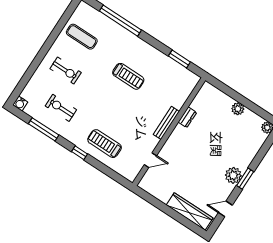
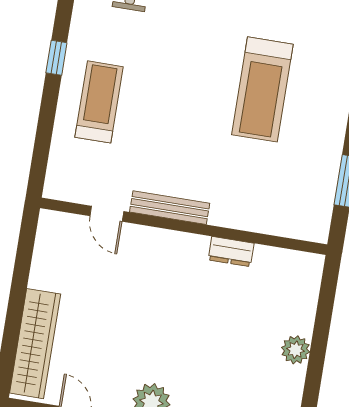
treadmill: (128, 76) -> (262, 89), width x1.37, depth x1.38
bench: (166, 123) -> (170, 208), moved

